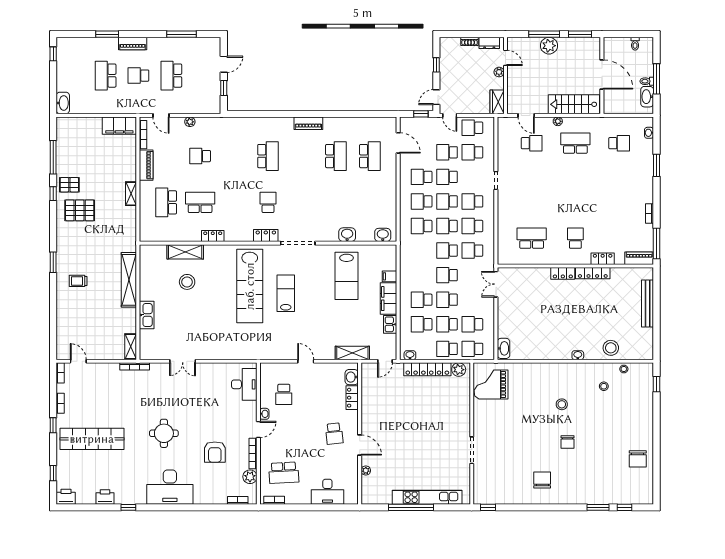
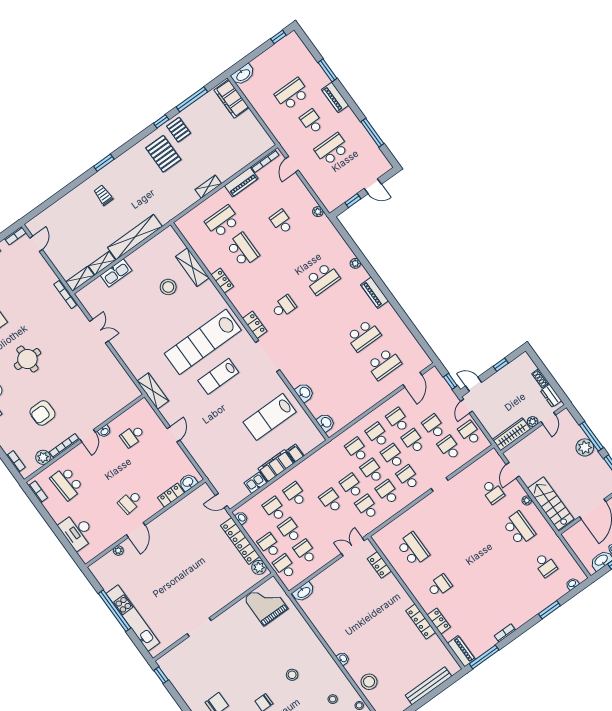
wardrobe: (497, 102) -> (511, 434), width x1.50
plant: (190, 122) -> (318, 212), moved
plant: (274, 122) -> (355, 263), added
filing cabinet: (119, 126) -> (232, 99), moved
locker: (563, 273) -> (379, 565), moved
lab bench: (286, 293) -> (218, 376), turned 180
school desk: (447, 300) -> (310, 515), removed
shelving: (131, 320) -> (102, 263), added
shelving: (352, 353) -> (153, 391), moved
double door: (183, 361) -> (99, 331), swing flipped
desk: (244, 384) -> (117, 397), removed
door: (258, 430) -> (88, 436), hinge flipped

